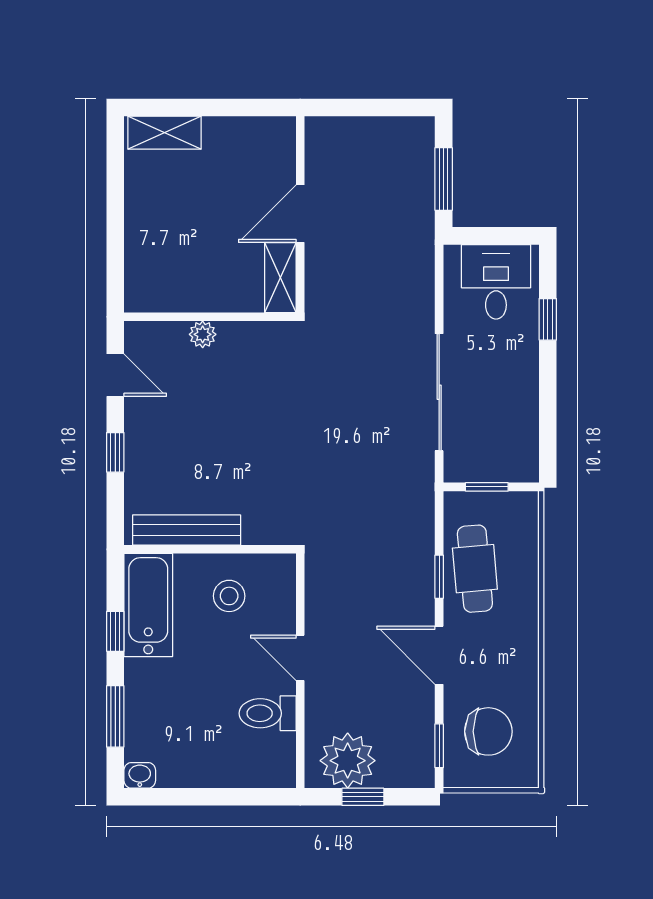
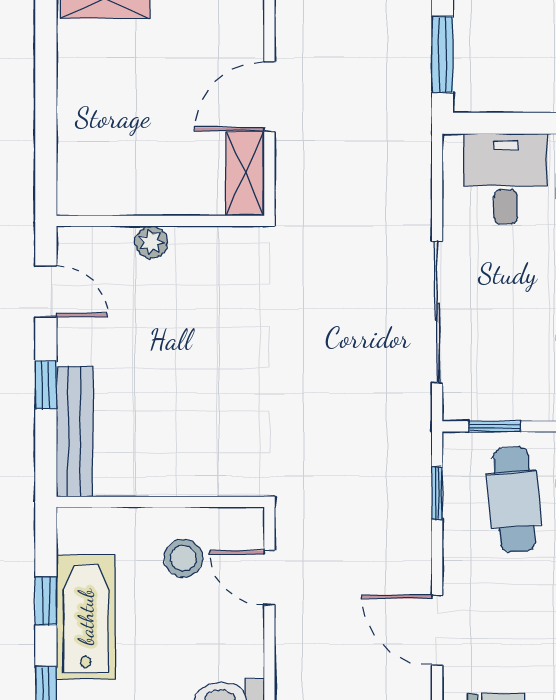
bench: (187, 530) -> (75, 432), moved, turned 90
cafe table: (475, 569) -> (514, 500), moved
window: (439, 577) -> (437, 493), moved
bathtub: (148, 605) -> (86, 617), moved
door: (300, 658) -> (269, 578), moved

